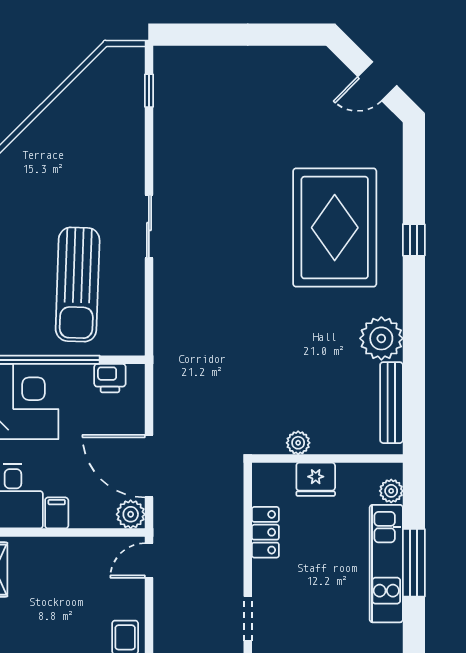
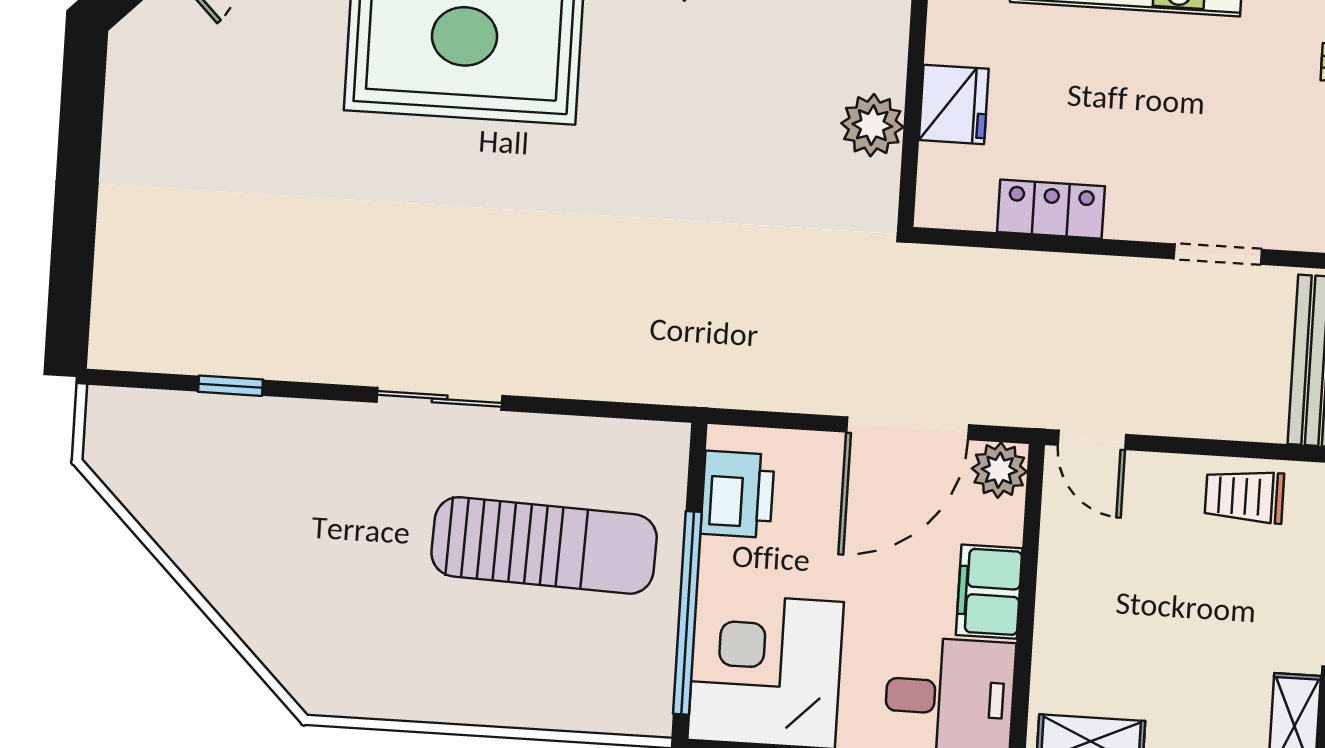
window: (149, 91) -> (231, 386), moved
printer: (110, 378) -> (738, 494), width x1.36, depth x1.24
plant: (298, 443) -> (872, 125), width x1.38, depth x1.38
filing cabinet: (57, 513) -> (989, 592), width x2.00

